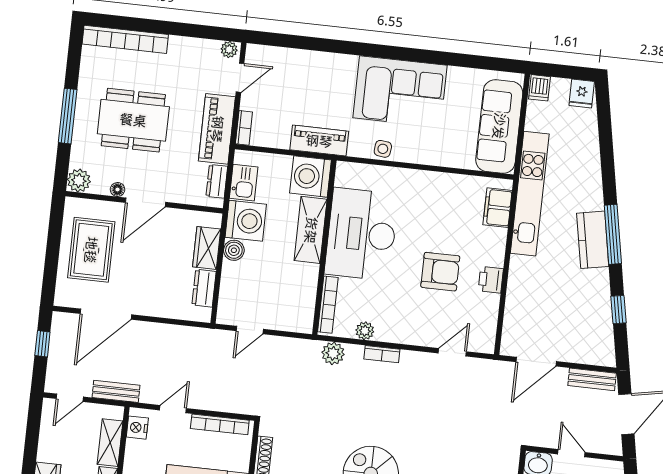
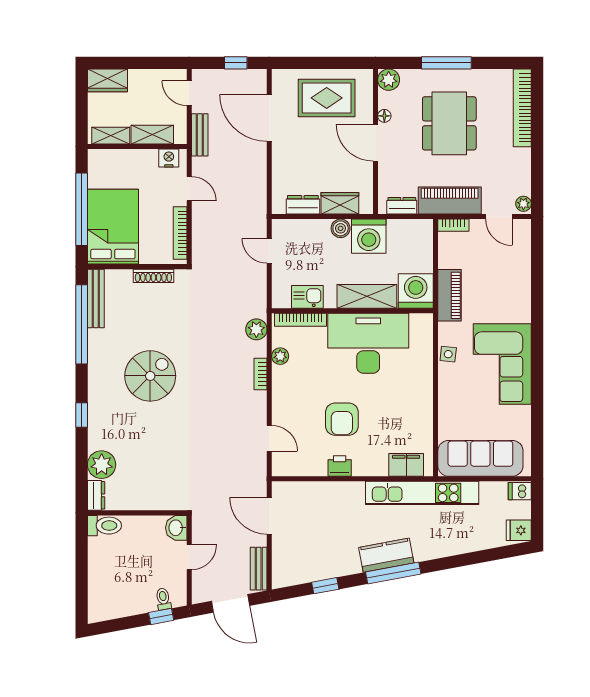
kitchen sink: (244, 183) -> (307, 297), moved, turned 180

